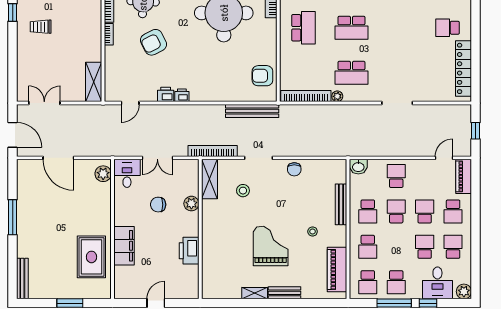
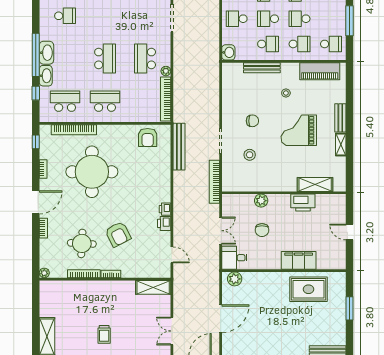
school desk: (351, 73) -> (145, 58), turned 180
chair: (294, 169) -> (252, 121), moved
shelving: (209, 179) -> (315, 185), moved
school desk: (396, 282) -> (300, 19), moved, turned 180

